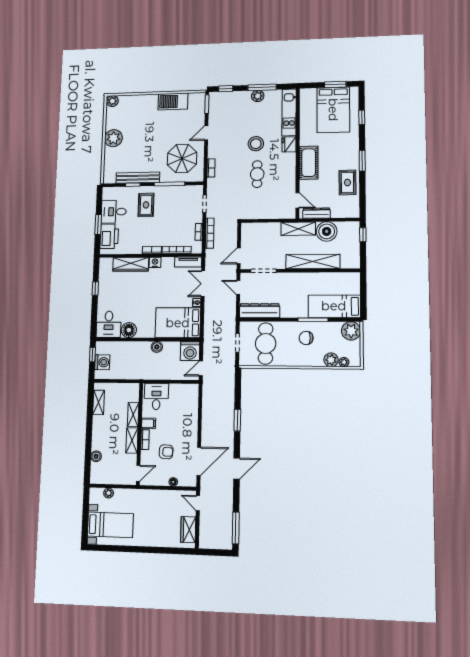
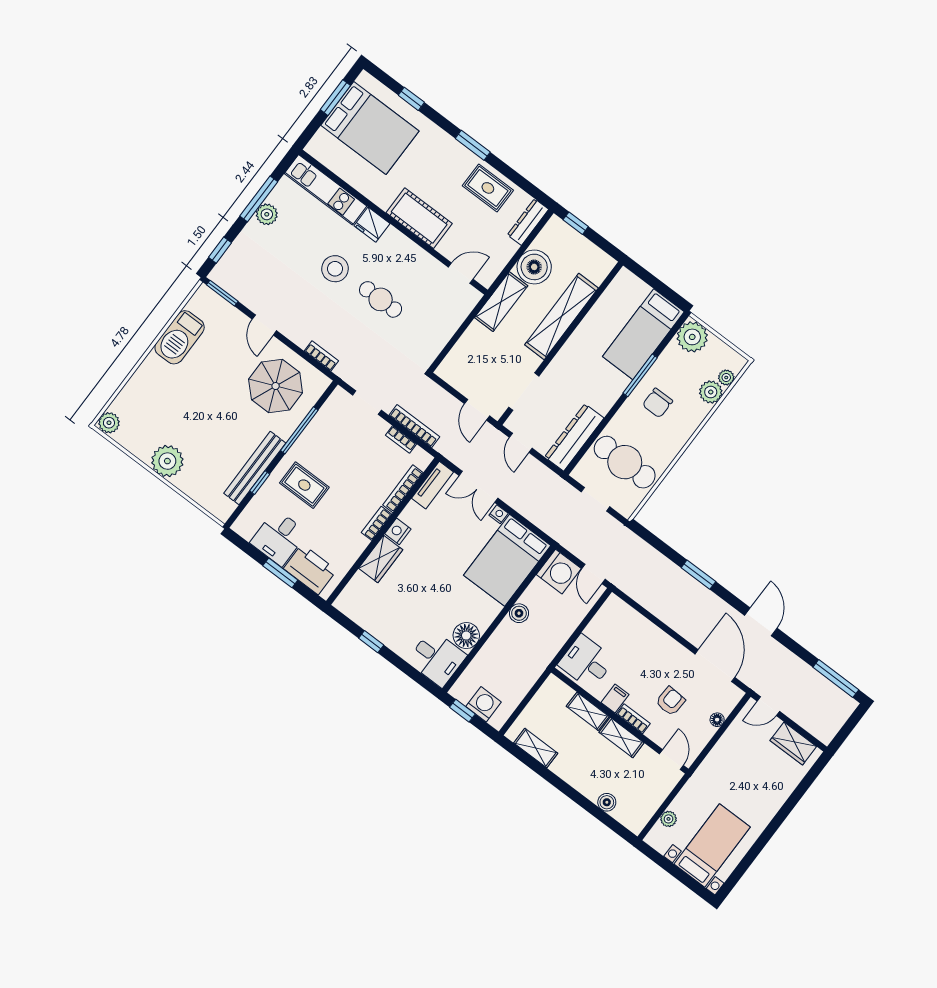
dresser: (316, 213) -> (528, 222), moved
wardrobe: (131, 264) -> (381, 559), width x0.67
door: (238, 288) -> (521, 443), hinge flipped

